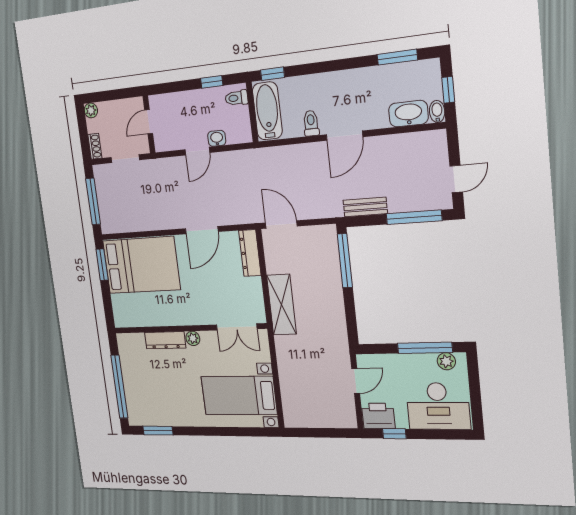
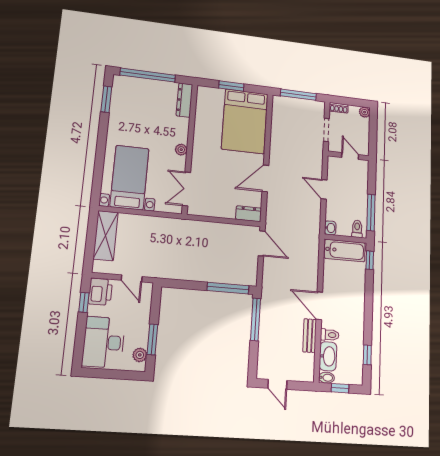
window: (397, 57) -> (367, 355), width x0.67
window: (212, 82) -> (371, 213), width x2.17
toilet: (311, 123) -> (330, 335), moved
washbasin: (217, 138) -> (330, 228), moved
bench: (365, 207) -> (310, 336), moved
window: (414, 217) -> (256, 319), moved
door: (281, 224) -> (262, 243), hinge flipped
door: (202, 230) -> (265, 178), hinge flipped
dresser: (250, 253) -> (249, 214), width x0.70
window: (102, 265) -> (231, 86), moved
shelving: (281, 305) -> (106, 236), moved, turned 90
dresser: (165, 340) -> (184, 100), moved
window: (425, 348) -> (152, 339), width x0.69

